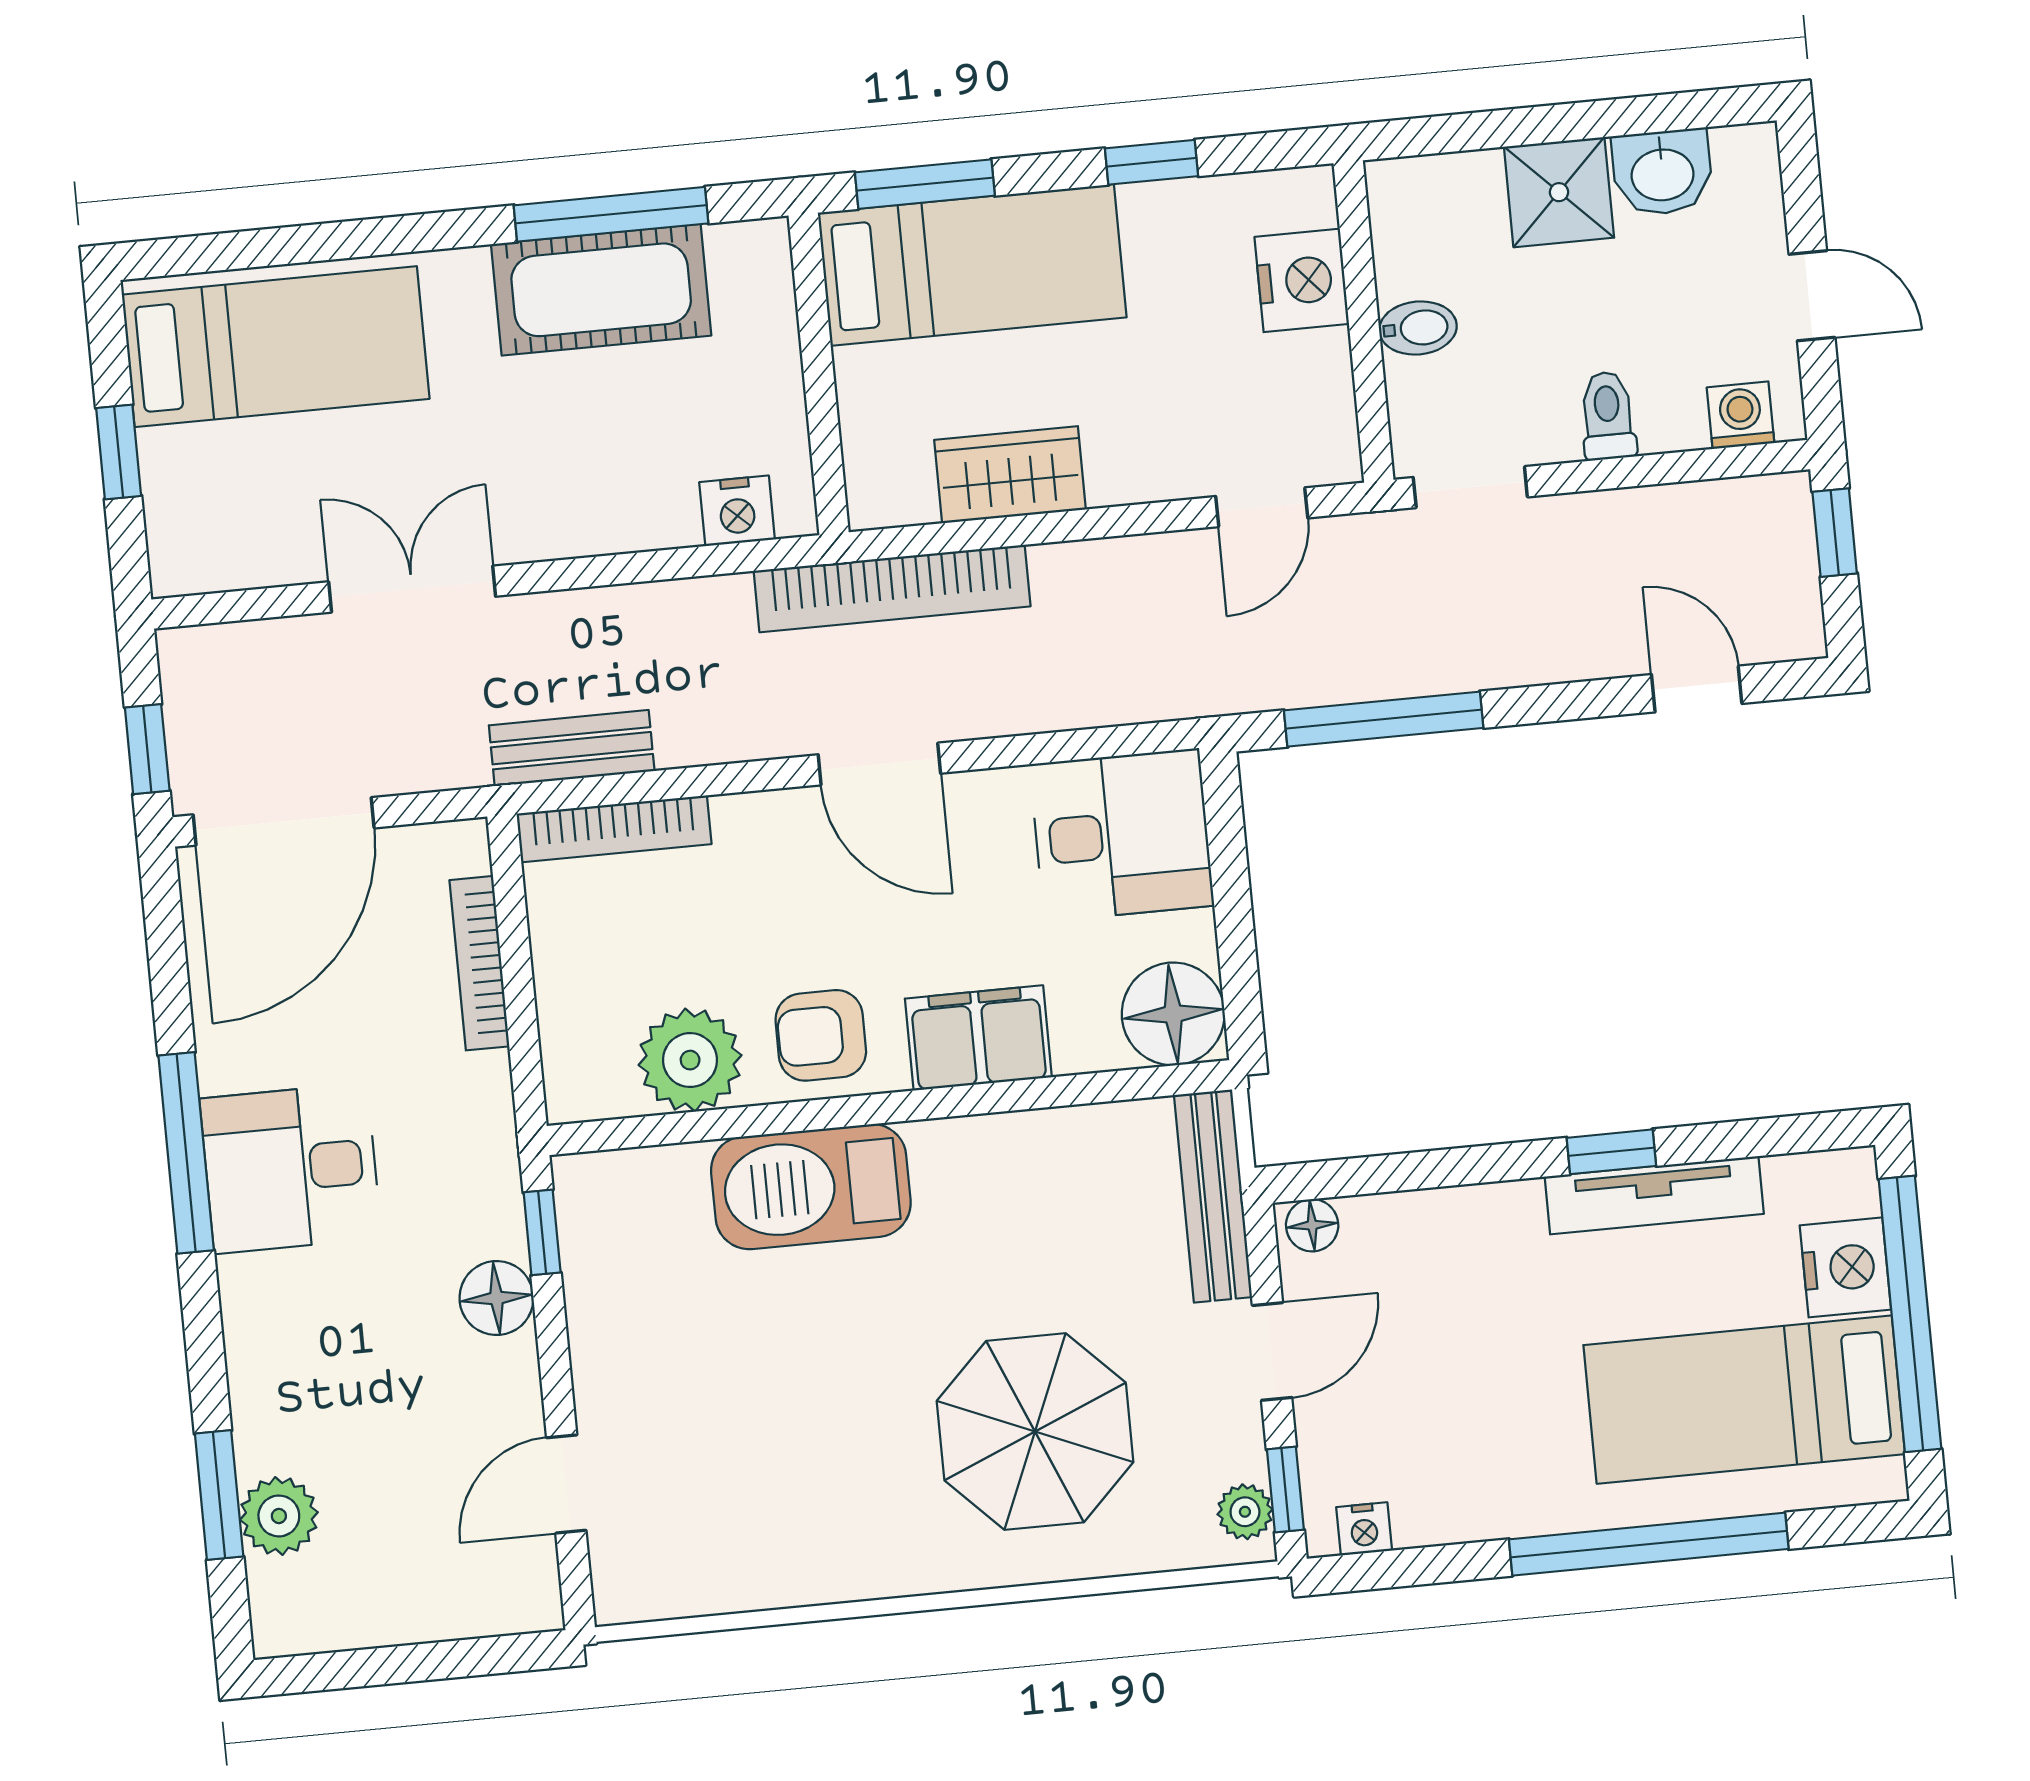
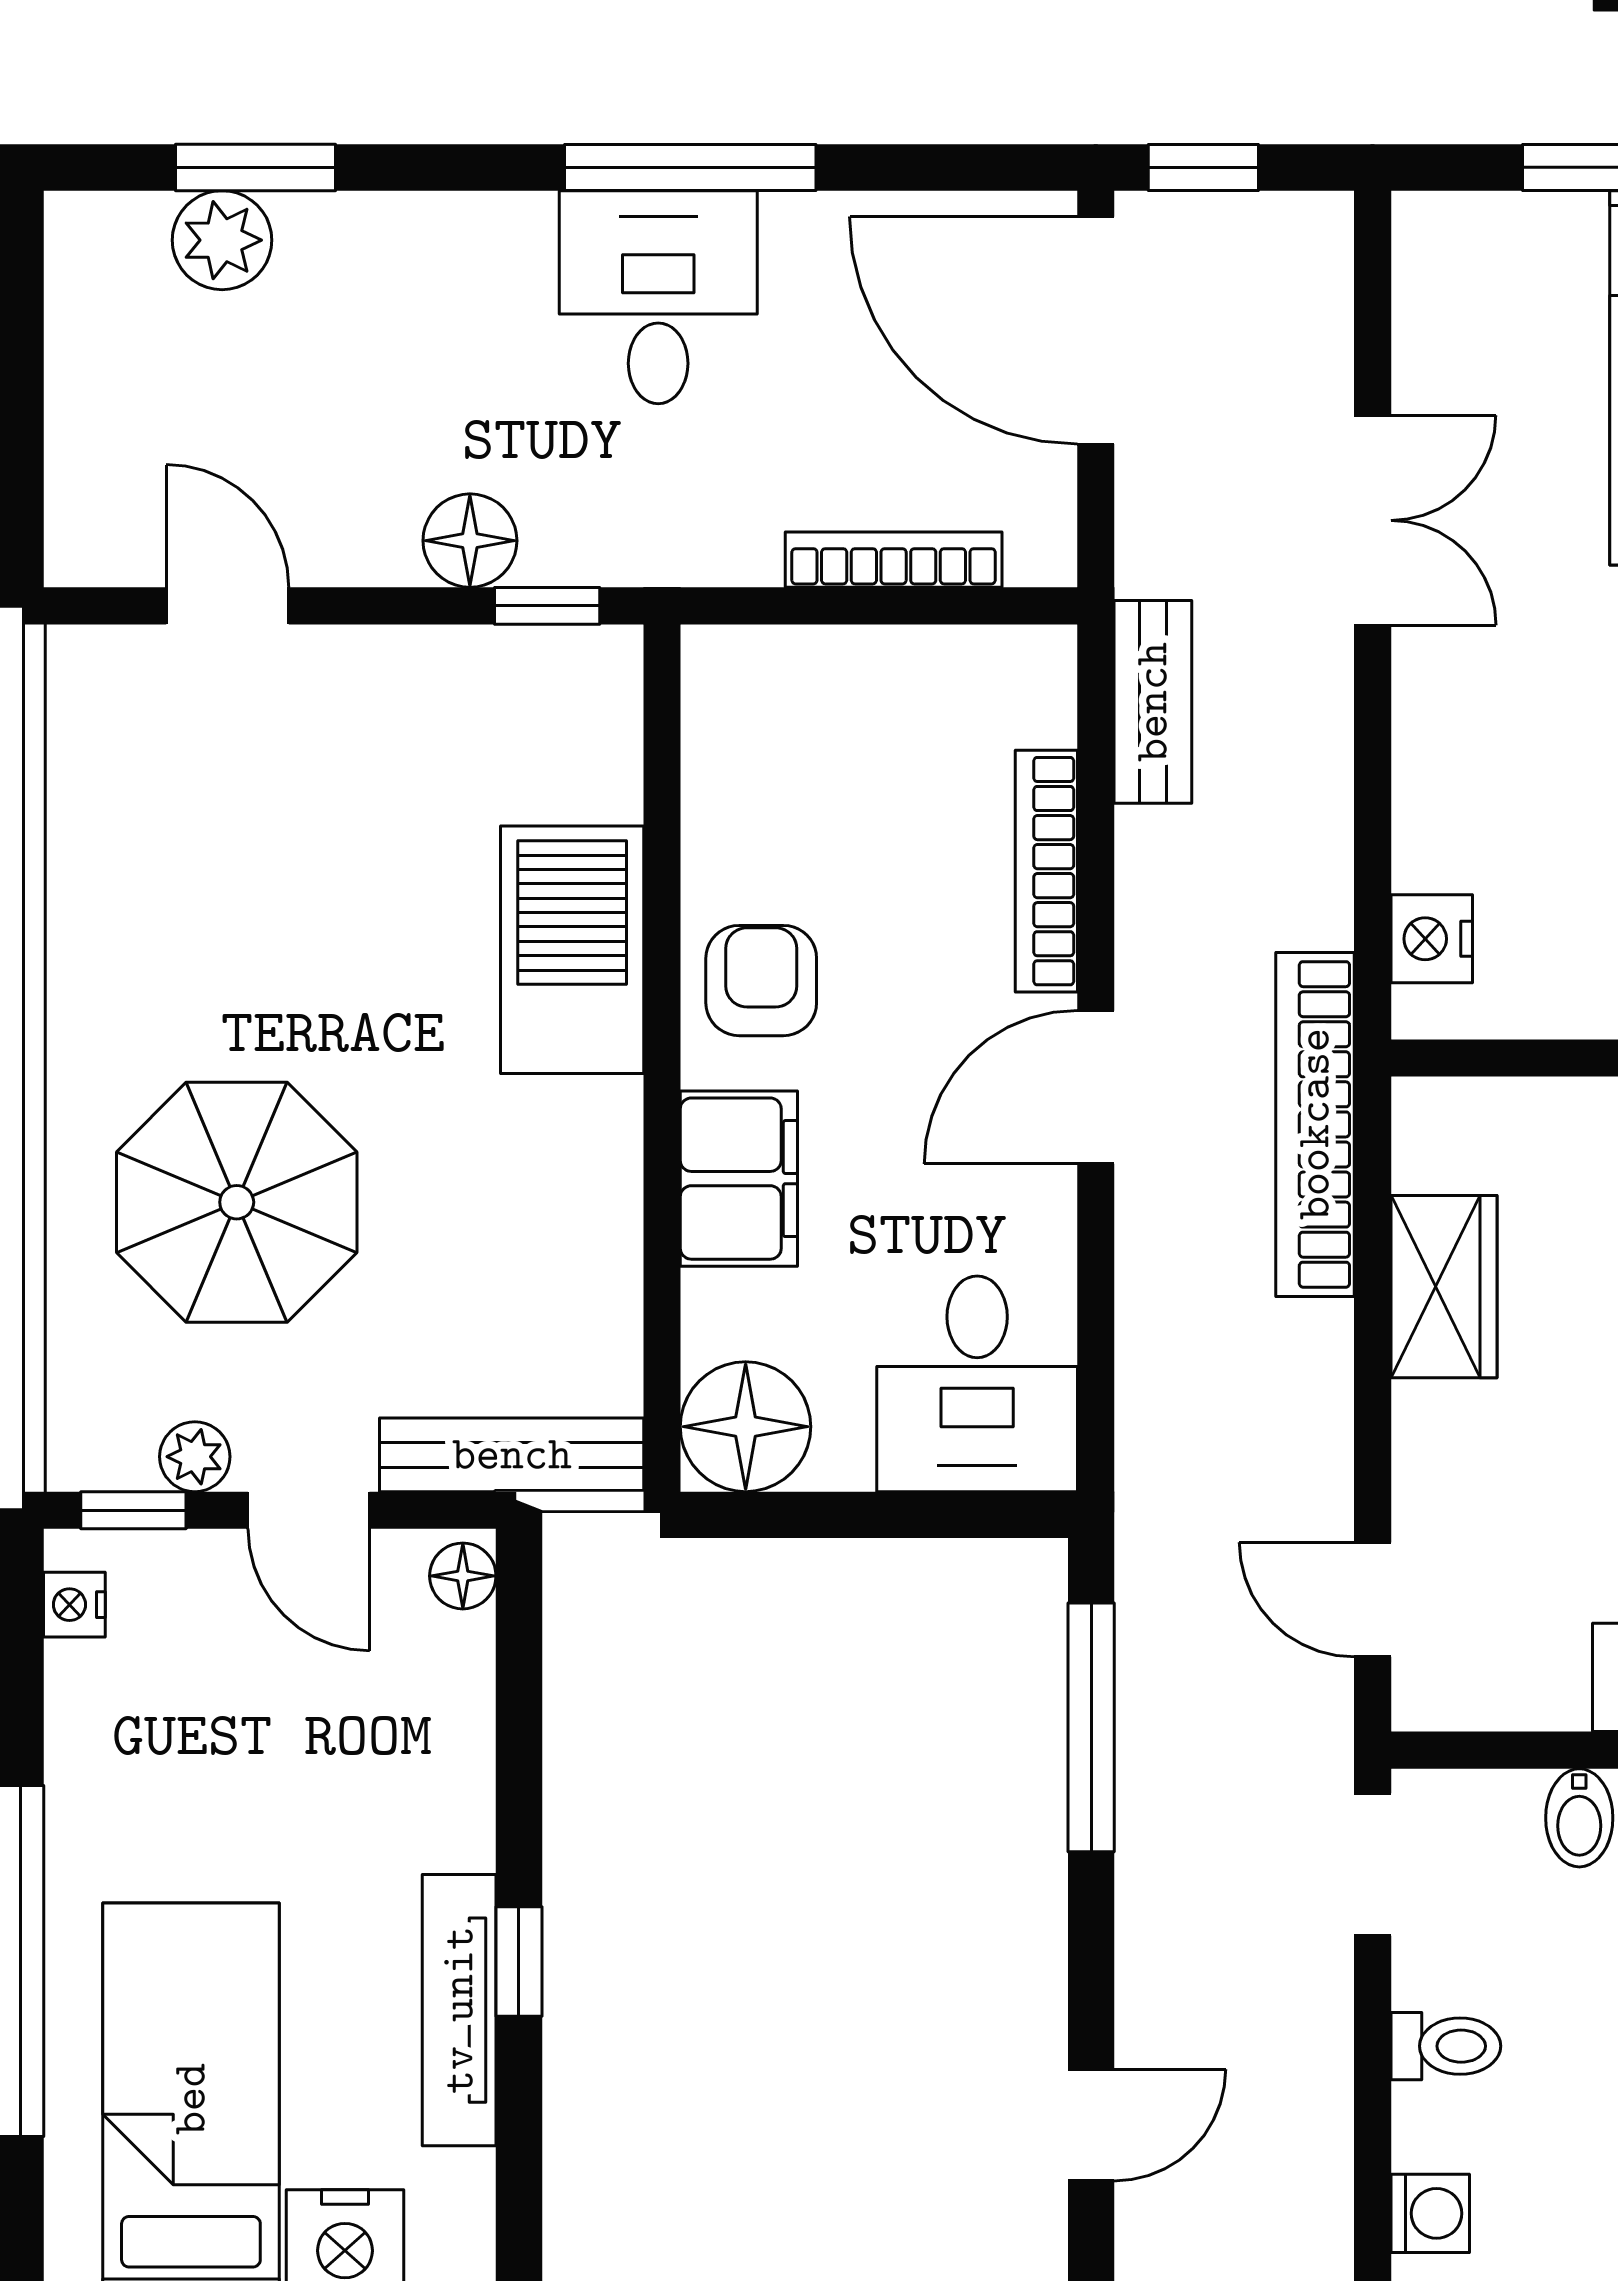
bookcase: (614, 829) -> (1046, 871), moved
plant: (690, 1060) -> (746, 813), removed
plant: (1245, 1512) -> (195, 1457), moved

